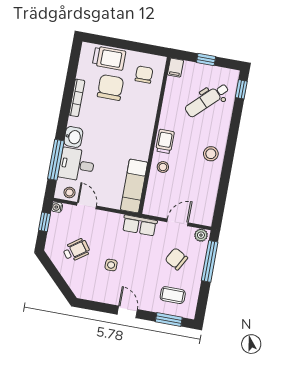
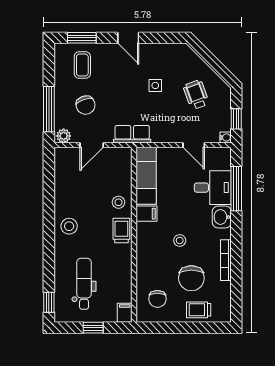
trolley: (109, 58) -> (199, 310), width x0.73, depth x0.72
dental chair: (207, 100) -> (84, 284), turned -46
trolley: (165, 141) -> (121, 230), turned 180
filing cabinet: (140, 152) -> (146, 214), added
stool: (69, 192) -> (180, 240), moved
wheelchair: (76, 250) -> (196, 95), turned 105
chair: (176, 259) -> (86, 105), turned 42
coffee table: (173, 295) -> (82, 65), turned 90

